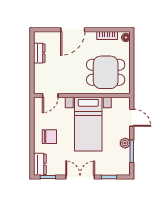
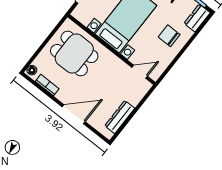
dresser: (39, 53) -> (120, 117), width x1.44

